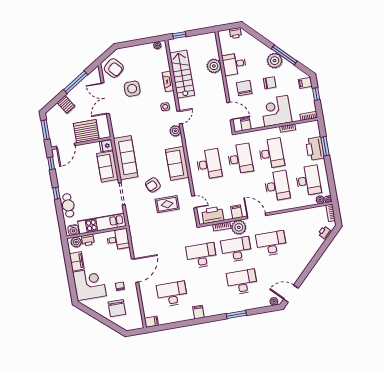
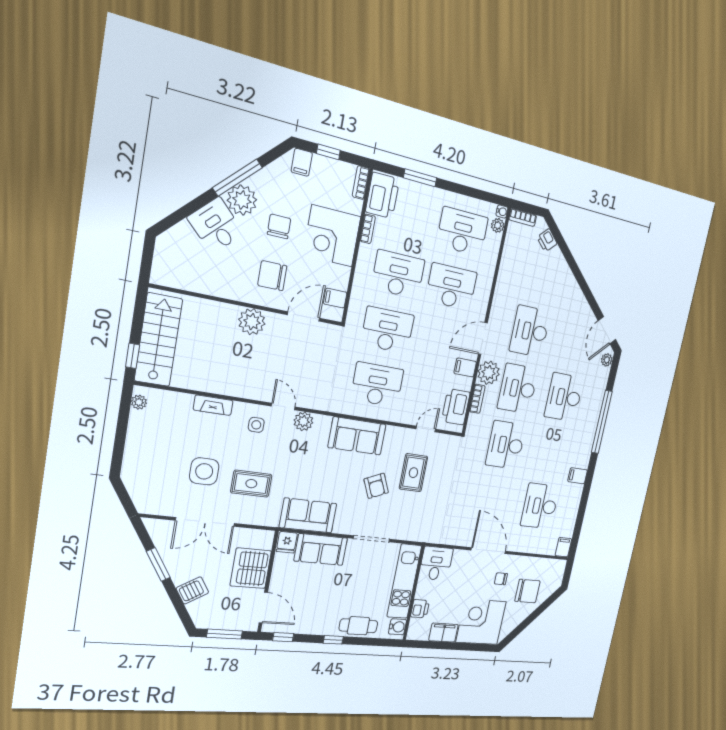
printer: (235, 33) -> (164, 251), removed
desk: (234, 64) -> (216, 225), moved, turned 135
plant: (214, 66) -> (252, 322), moved
armchair: (114, 68) -> (155, 492), removed
stairs: (182, 74) -> (158, 340), moved, turned 90
window: (76, 82) -> (158, 565), width x0.69
rug: (133, 115) -> (251, 484), added
printer: (315, 149) -> (383, 195), moved, turned -90
sofa: (126, 158) -> (308, 515), width x0.73
plant: (76, 242) -> (416, 627), removed
window: (236, 315) -> (602, 422), width x2.11

